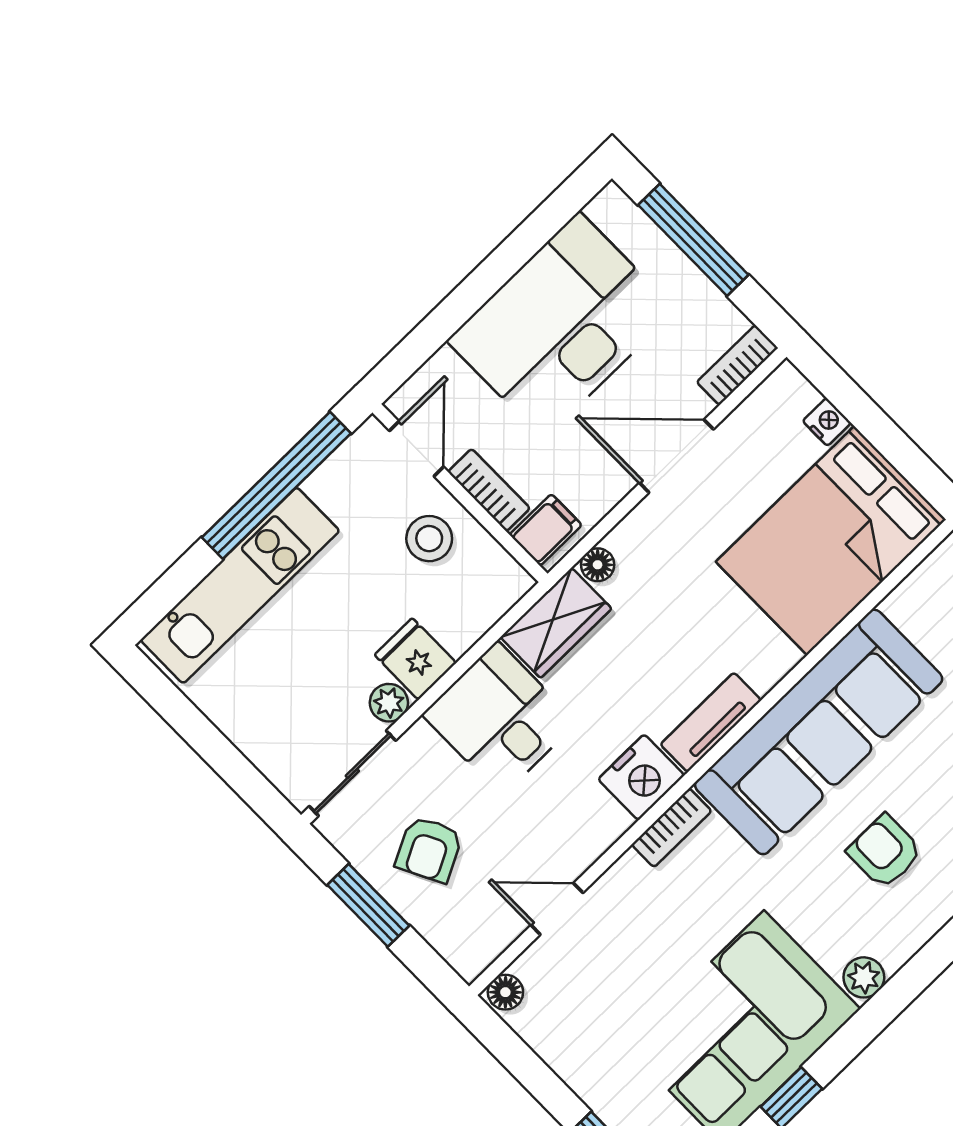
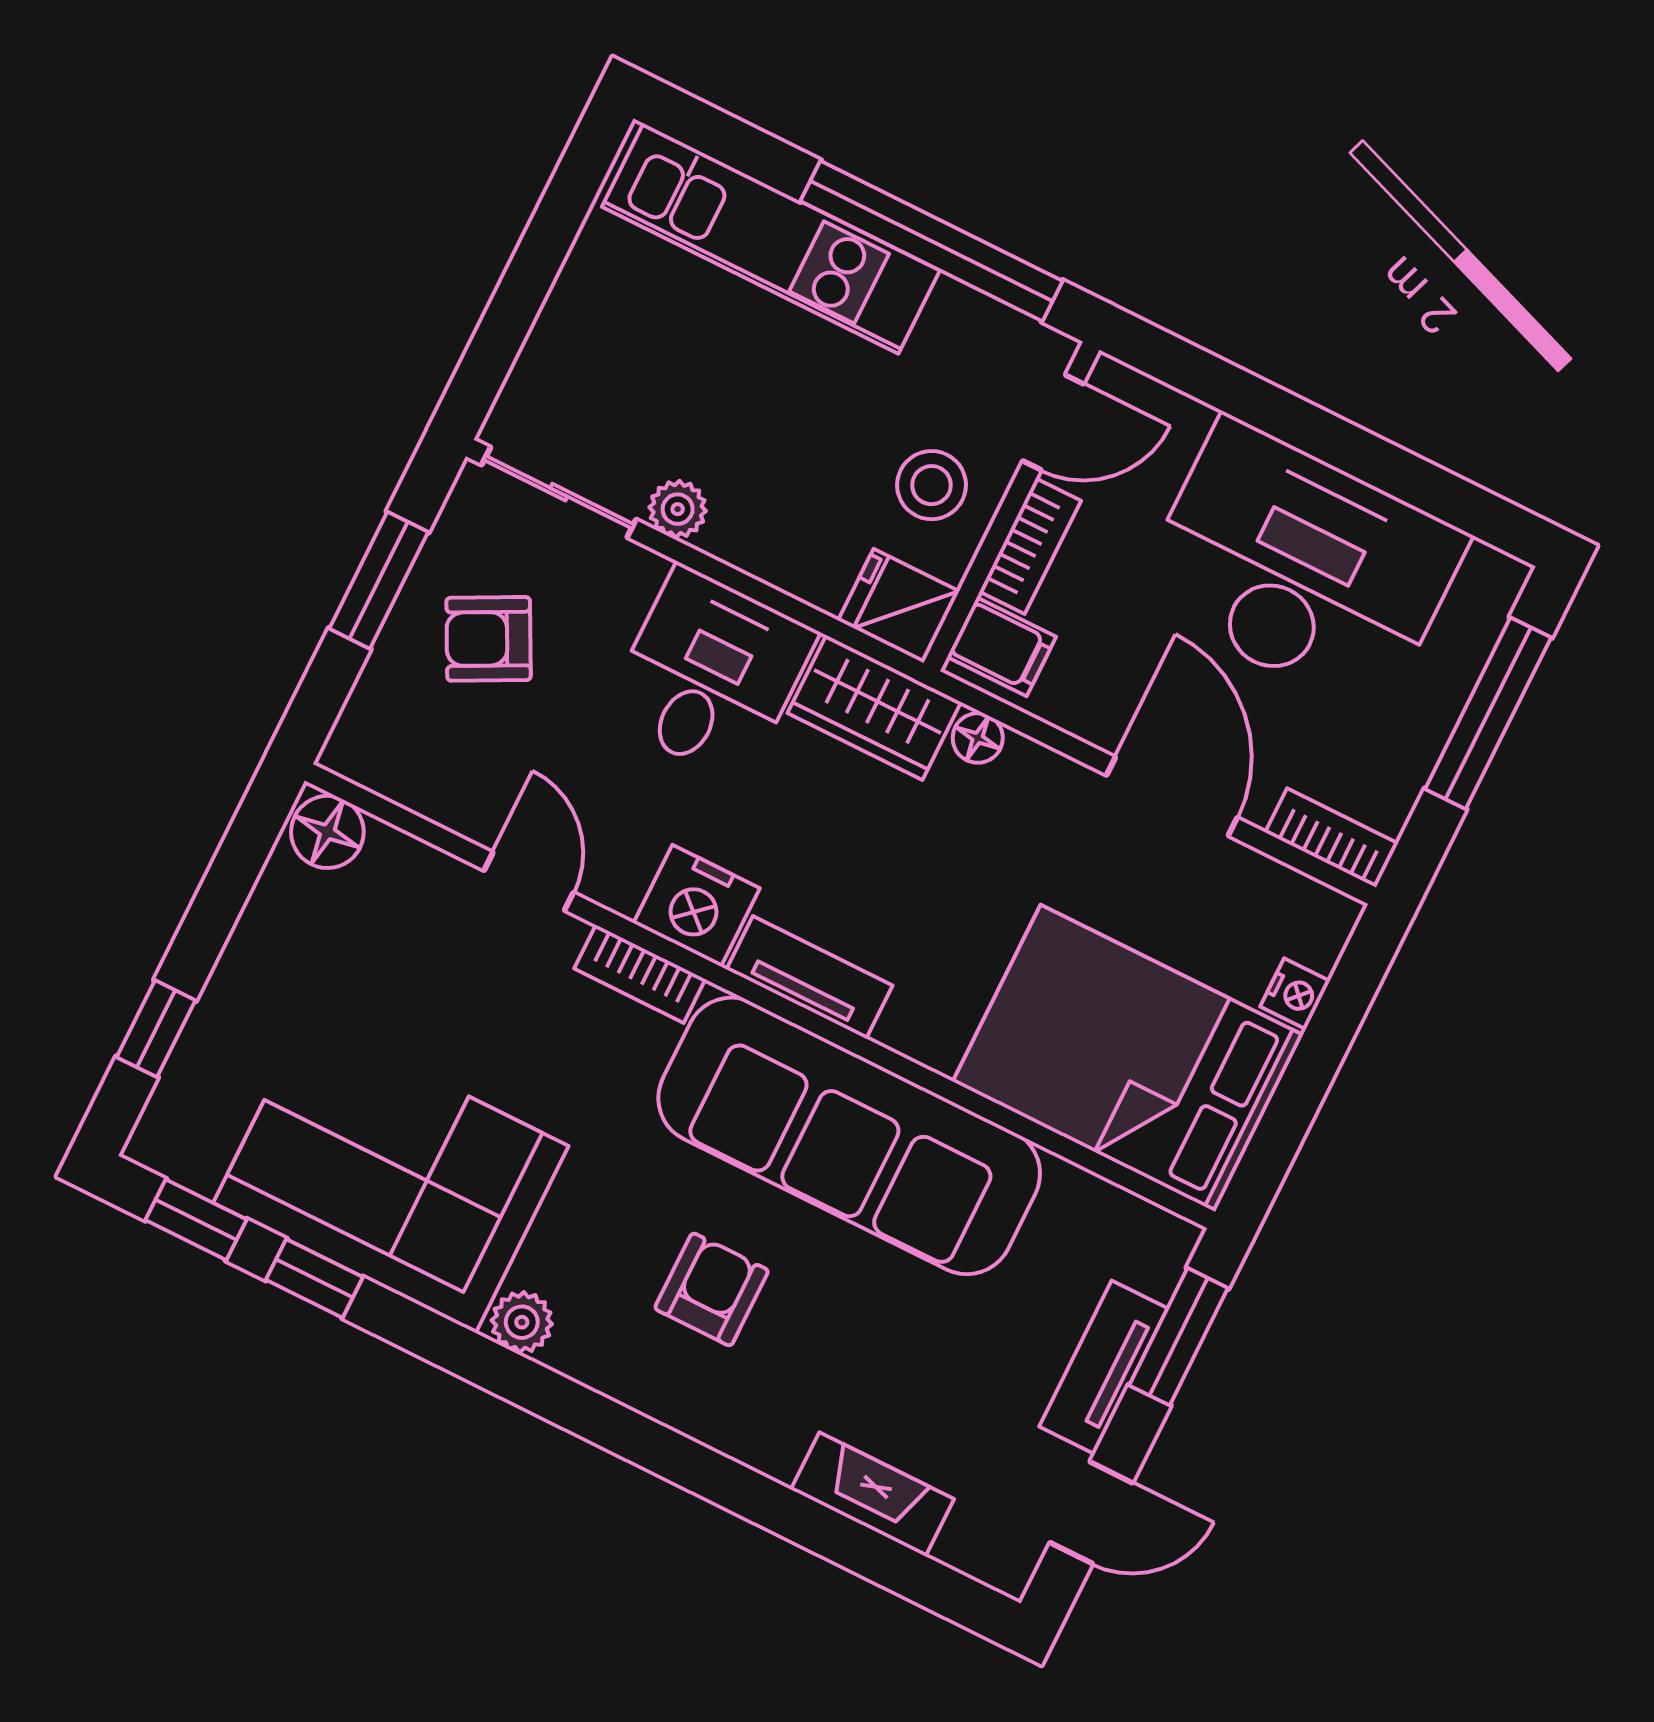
fridge: (415, 659) -> (899, 606), moved, turned -90
door: (557, 909) -> (529, 881), moved
floor lamp: (505, 992) -> (327, 832), width x1.37, depth x1.37

